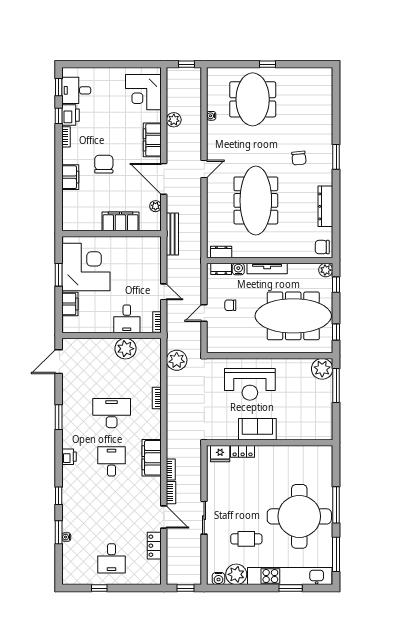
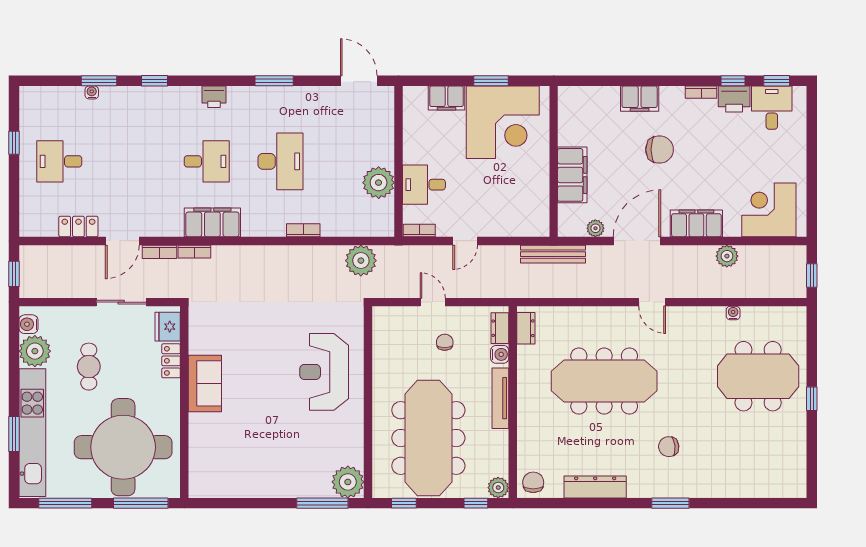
sofa: (257, 429) -> (205, 383), moved
wall: (270, 443) -> (184, 402), moved
locker: (243, 451) -> (171, 361), moved
fridge: (220, 454) -> (168, 327), moved

